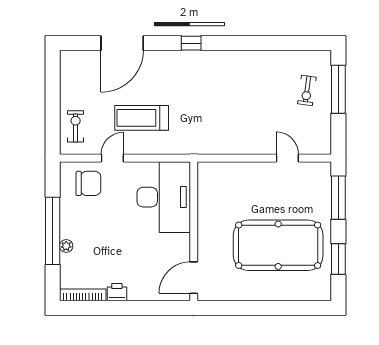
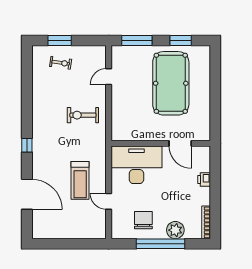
window: (338, 89) -> (60, 40), width x0.69
exercise bike: (76, 126) -> (83, 115), moved, width x1.38, depth x1.39
chair: (88, 183) -> (143, 220), moved
plant: (66, 246) -> (175, 230), width x1.87, depth x1.87
door: (194, 278) -> (180, 143), moved
printer: (117, 292) -> (204, 179), moved

